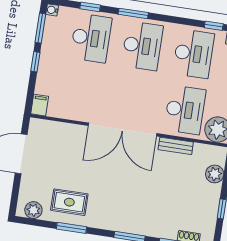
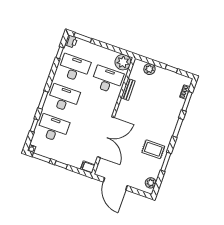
double door: (122, 130) -> (106, 137), moved
rug: (69, 202) -> (153, 149), moved, turned 90

